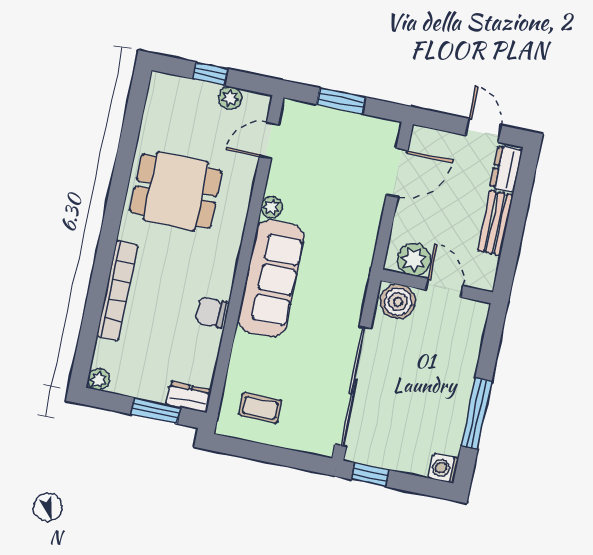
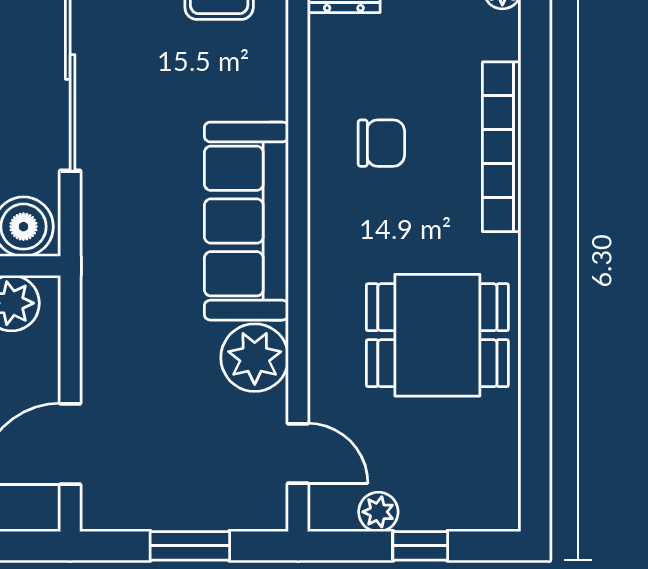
door: (269, 141) -> (298, 453), hinge flipped
plant: (271, 207) -> (255, 358), width x1.87, depth x1.87
chair: (211, 312) -> (381, 143), moved

